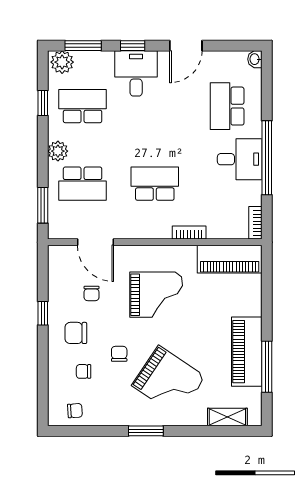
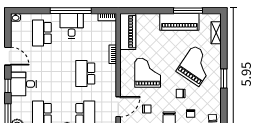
school desk: (227, 106) -> (42, 33), turned 90

